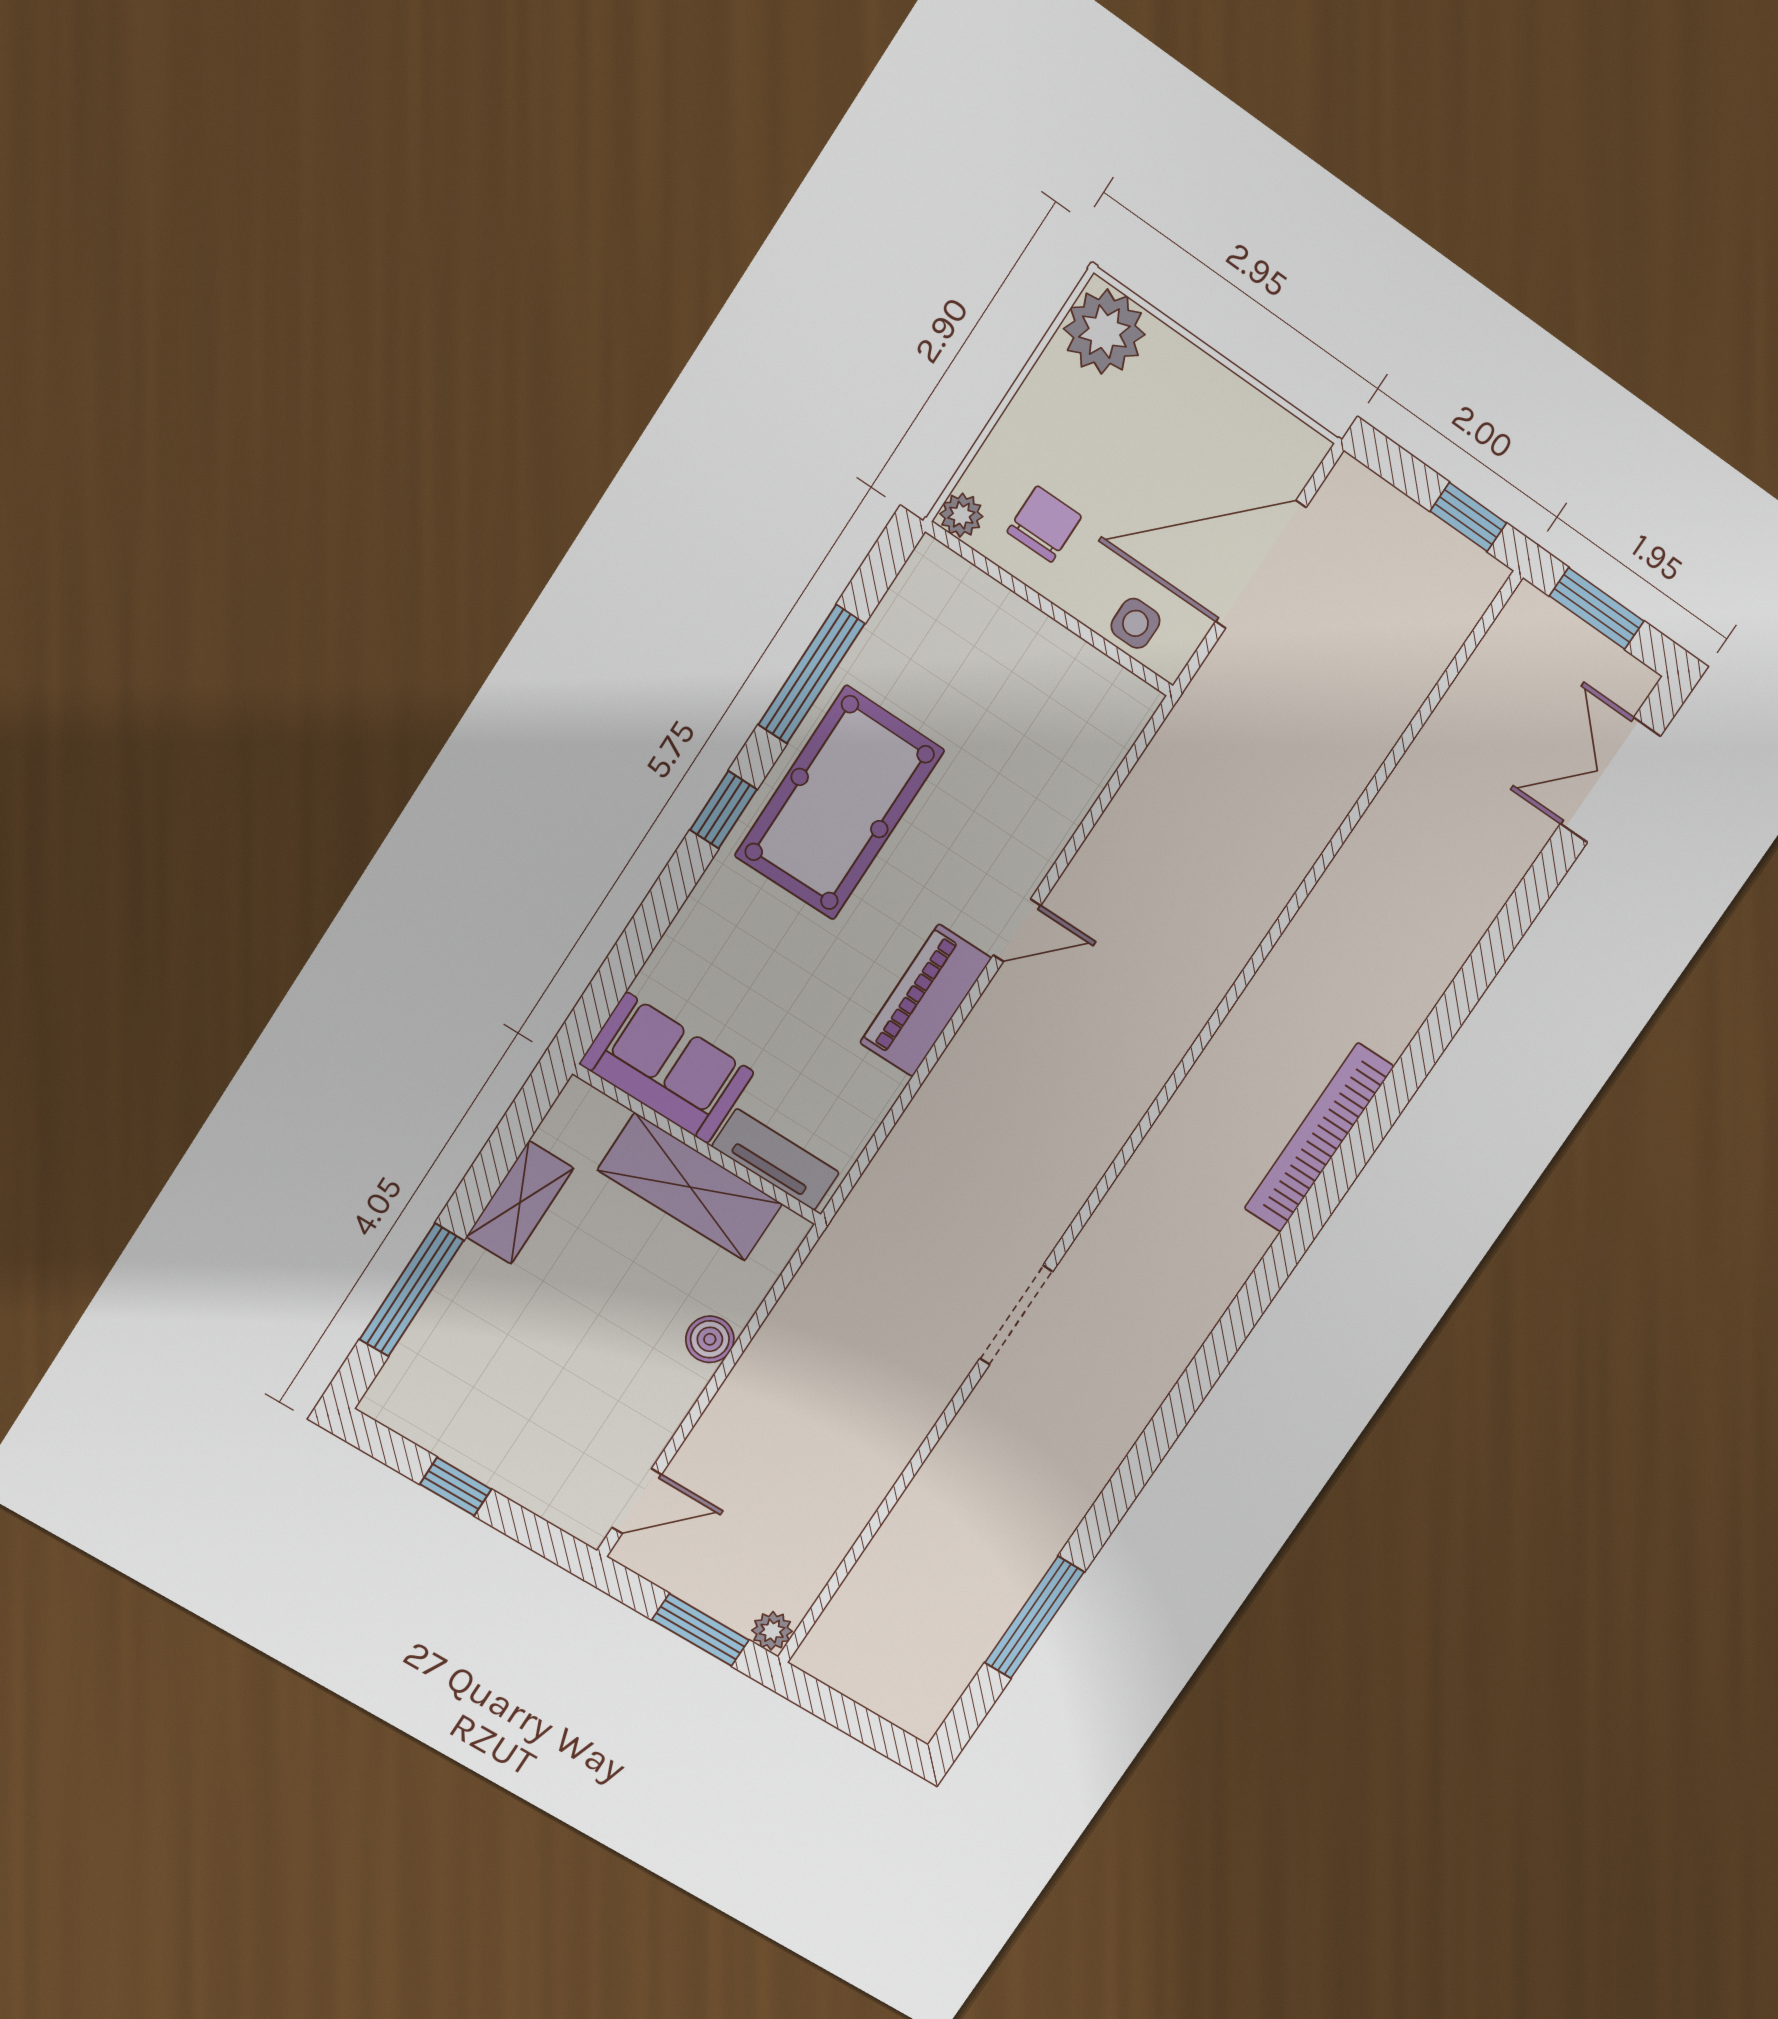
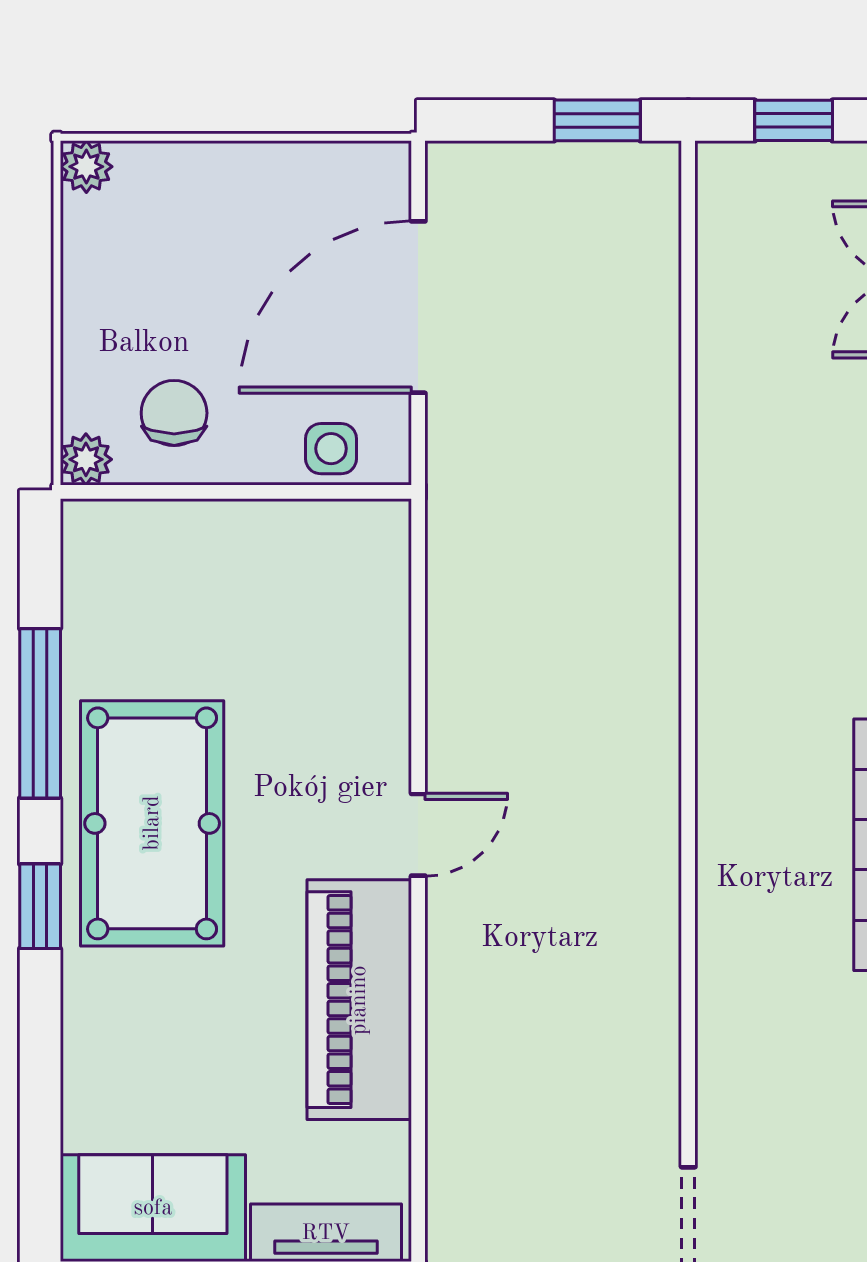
plant: (1104, 332) -> (86, 167), width x0.53, depth x0.53
window: (1597, 608) -> (794, 120), width x0.67
piano: (926, 1000) -> (359, 1000), width x1.37, depth x1.33

